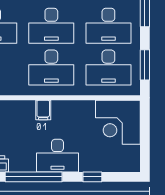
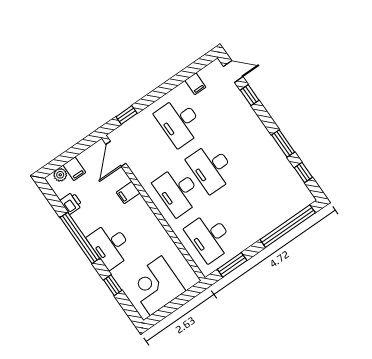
desk: (108, 26) -> (243, 214), removed
filing cabinet: (43, 110) -> (128, 193), moved
corner desk: (118, 122) -> (156, 286), moved

